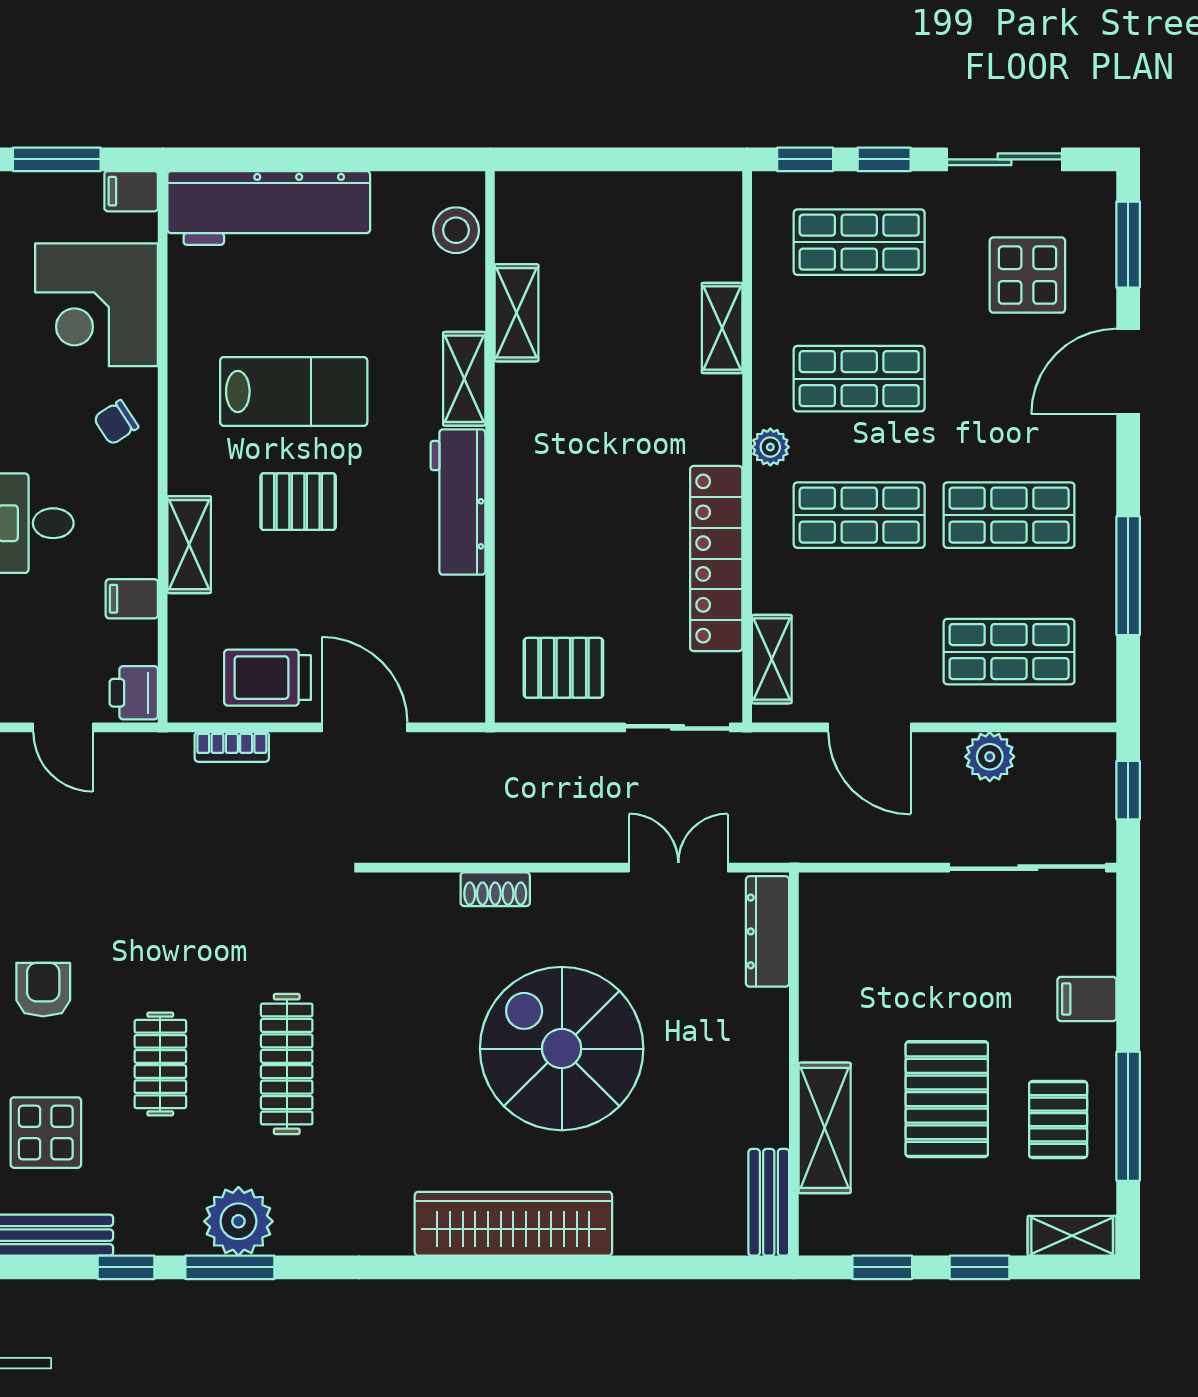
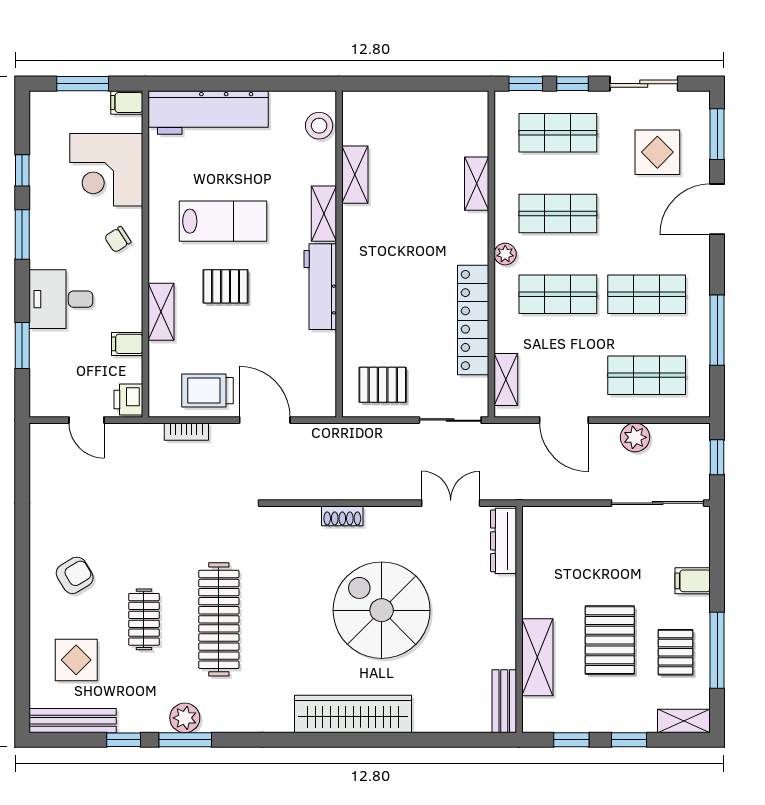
armchair: (43, 990) -> (75, 575), turned 59
clothes rail: (287, 1064) -> (219, 619), width x1.37, depth x1.31
plant: (238, 1221) -> (185, 718), width x0.73, depth x0.73

